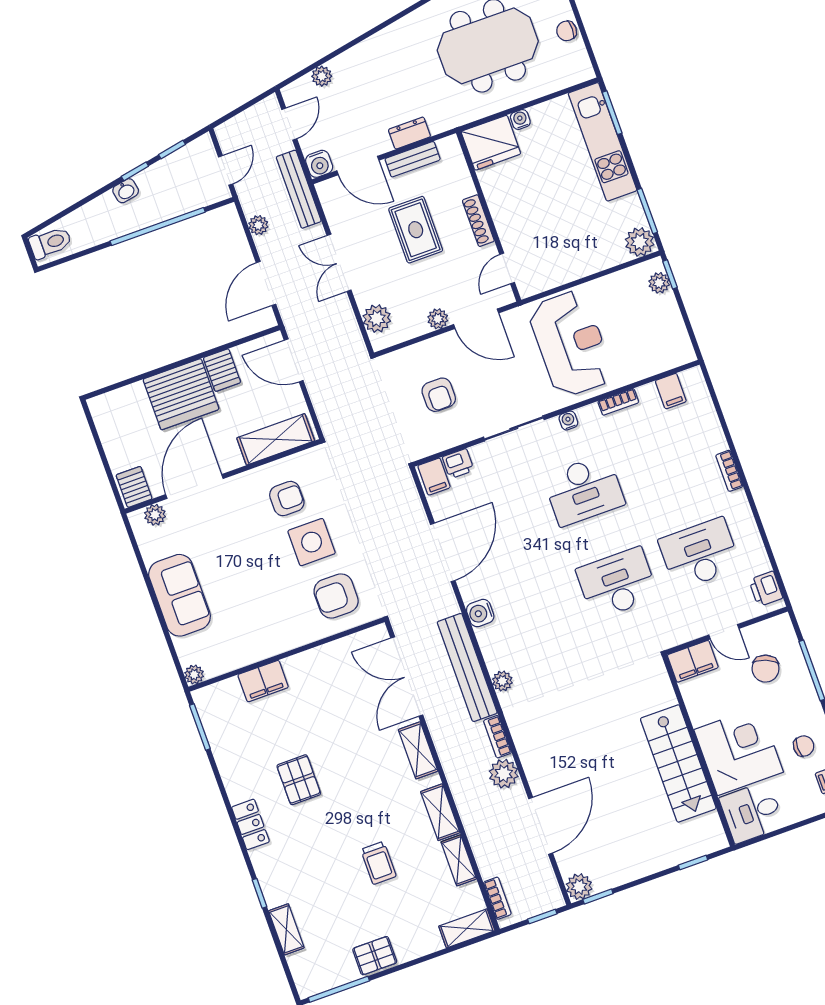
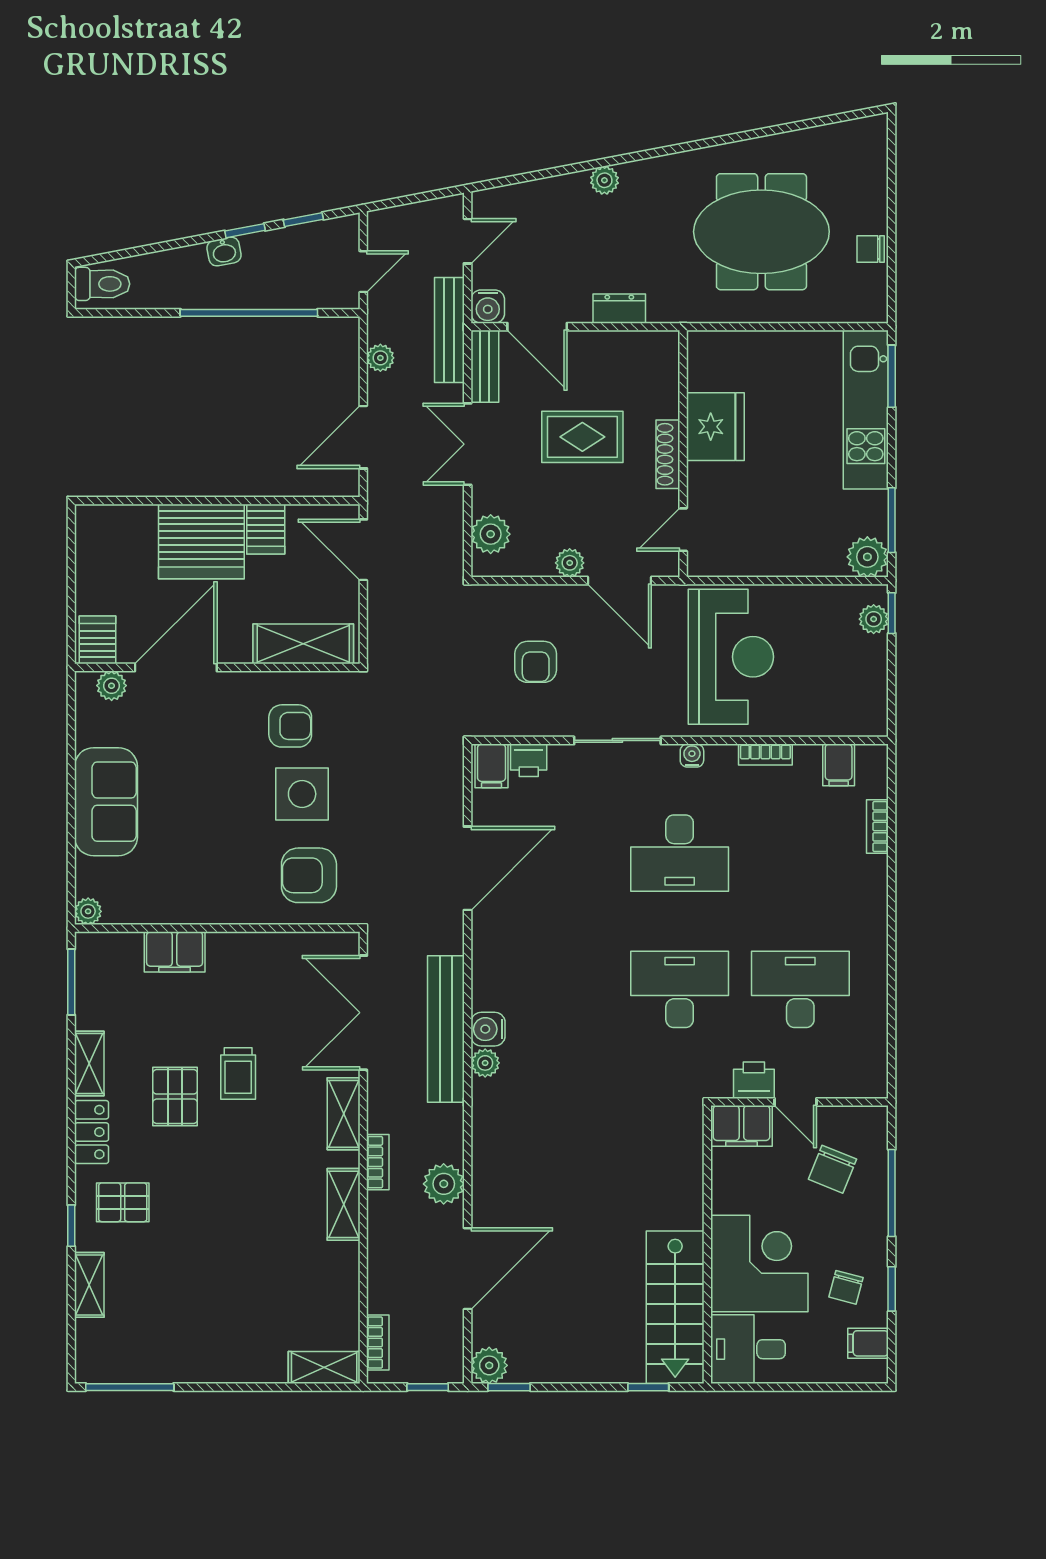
plant: (322, 76) -> (604, 180), moved
water cooler: (520, 119) -> (769, 343), removed
fridge: (491, 143) -> (715, 427), moved, turned -90
bench: (413, 159) -> (485, 366), moved, turned 90
rug: (416, 230) -> (582, 437), turned 90
bookcase: (729, 471) -> (877, 827), moved
printer: (766, 589) -> (754, 1080), moved, turned 90
water cooler: (480, 613) -> (488, 1029), moved
bookcase: (497, 737) -> (378, 1162), moved, turned 180
chair: (804, 746) -> (846, 1287), turned 105
stairs: (678, 763) -> (675, 1307), moved
shelving: (459, 860) -> (89, 1063), moved
trolley: (378, 863) -> (238, 1074), moved
pallet: (375, 956) -> (123, 1202), moved

